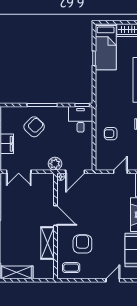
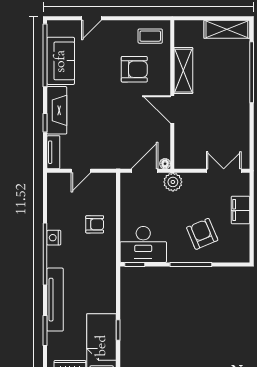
desk: (81, 119) -> (143, 244), width x1.37
armchair: (34, 127) -> (202, 234), turned 113
armchair: (82, 244) -> (134, 69), turned -90

